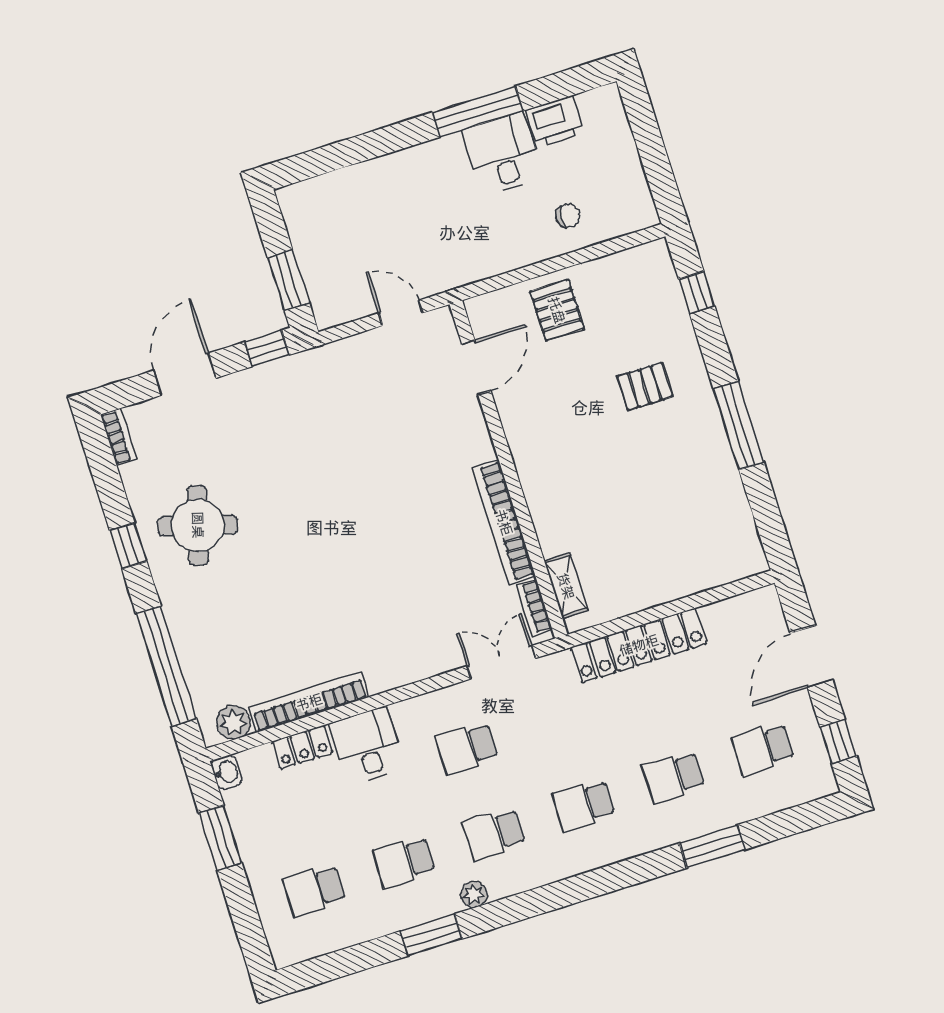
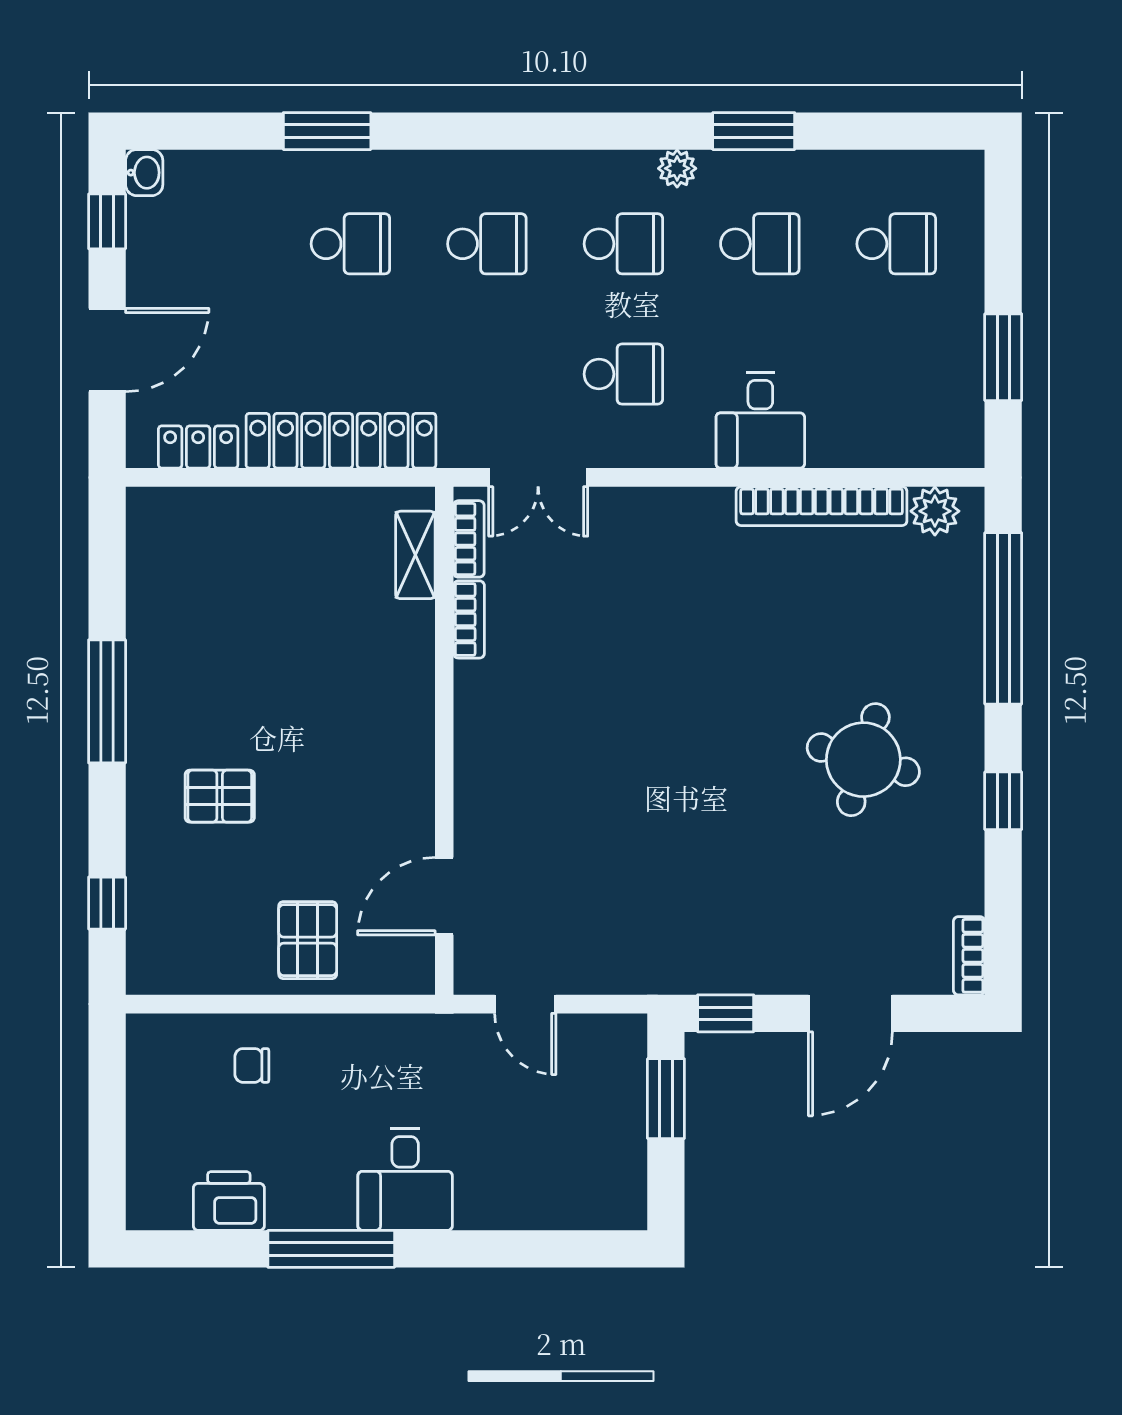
desk: (502, 154) -> (405, 1179), moved
bookcase: (504, 522) -> (469, 619), width x0.43, depth x0.76
round table: (198, 525) -> (863, 760), moved
locker: (302, 747) -> (198, 447), moved
school desk: (763, 749) -> (214, 244), removed
washbasin: (227, 772) -> (144, 173), moved, turned 180

